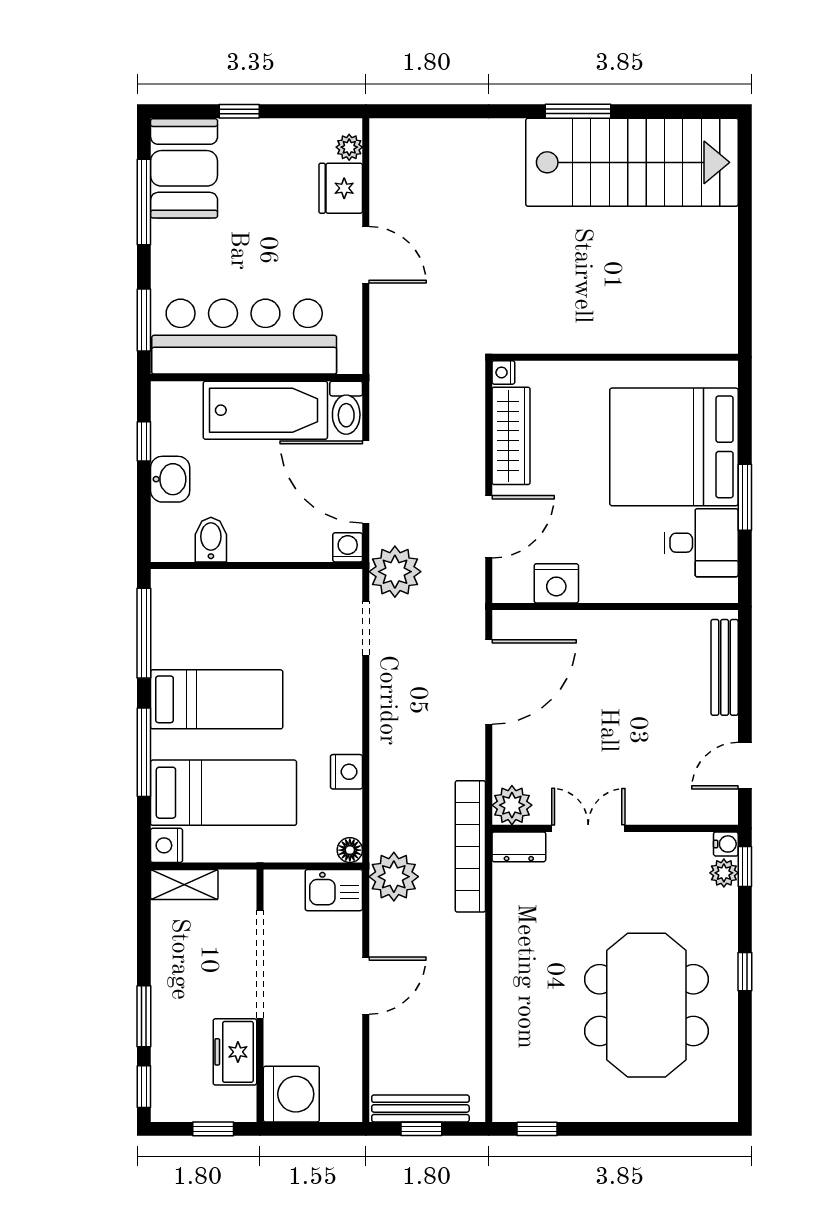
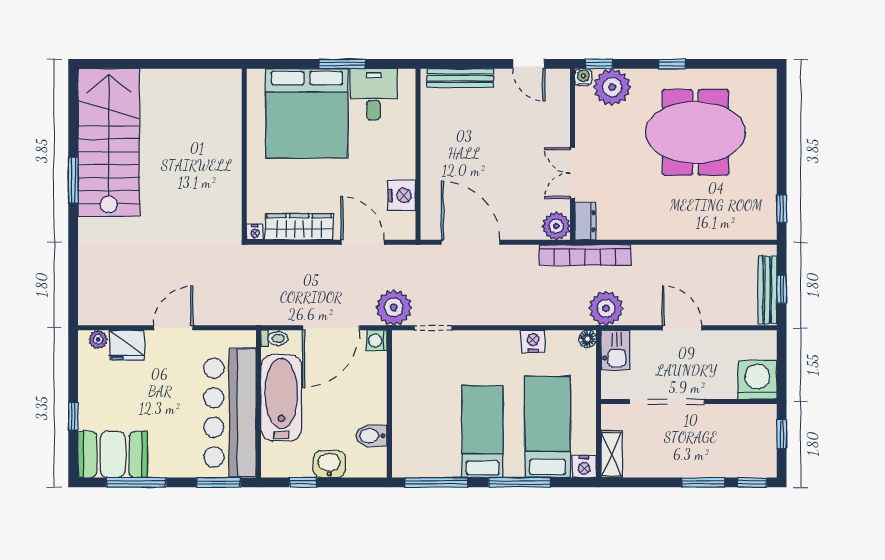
toilet: (346, 408) -> (274, 338), width x0.73, depth x0.72
plant: (724, 873) -> (612, 87), width x1.88, depth x1.88
freezer: (235, 1052) -> (728, 419), removed

